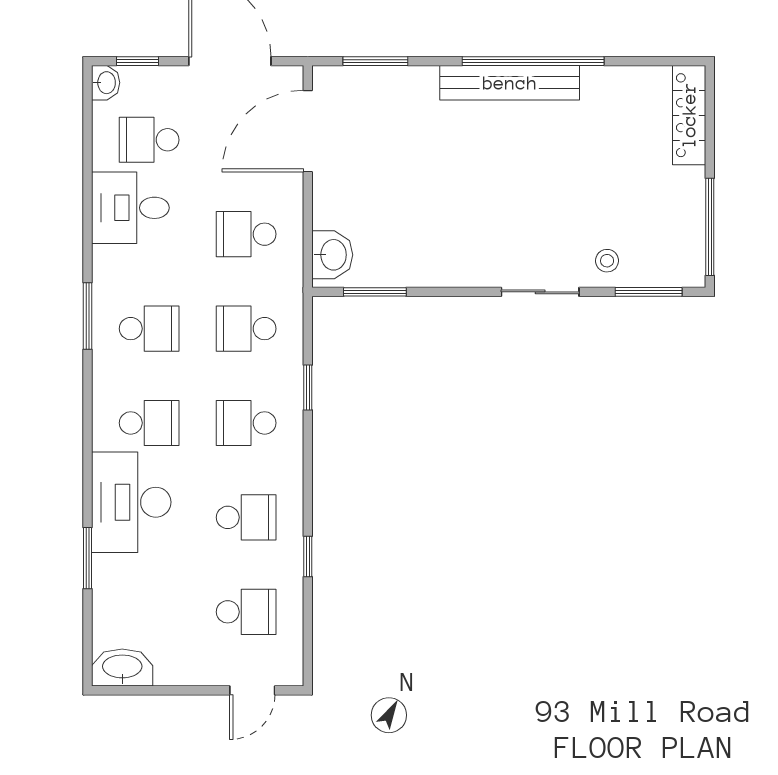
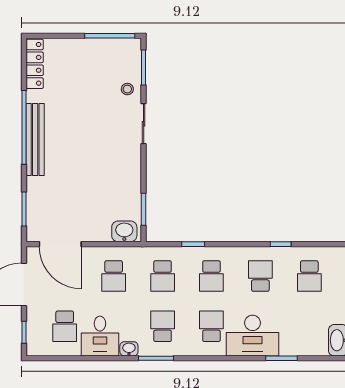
washbasin: (106, 83) -> (129, 349), moved
locker: (689, 115) -> (35, 64), moved, turned -90
school desk: (246, 612) -> (309, 276), turned 180

